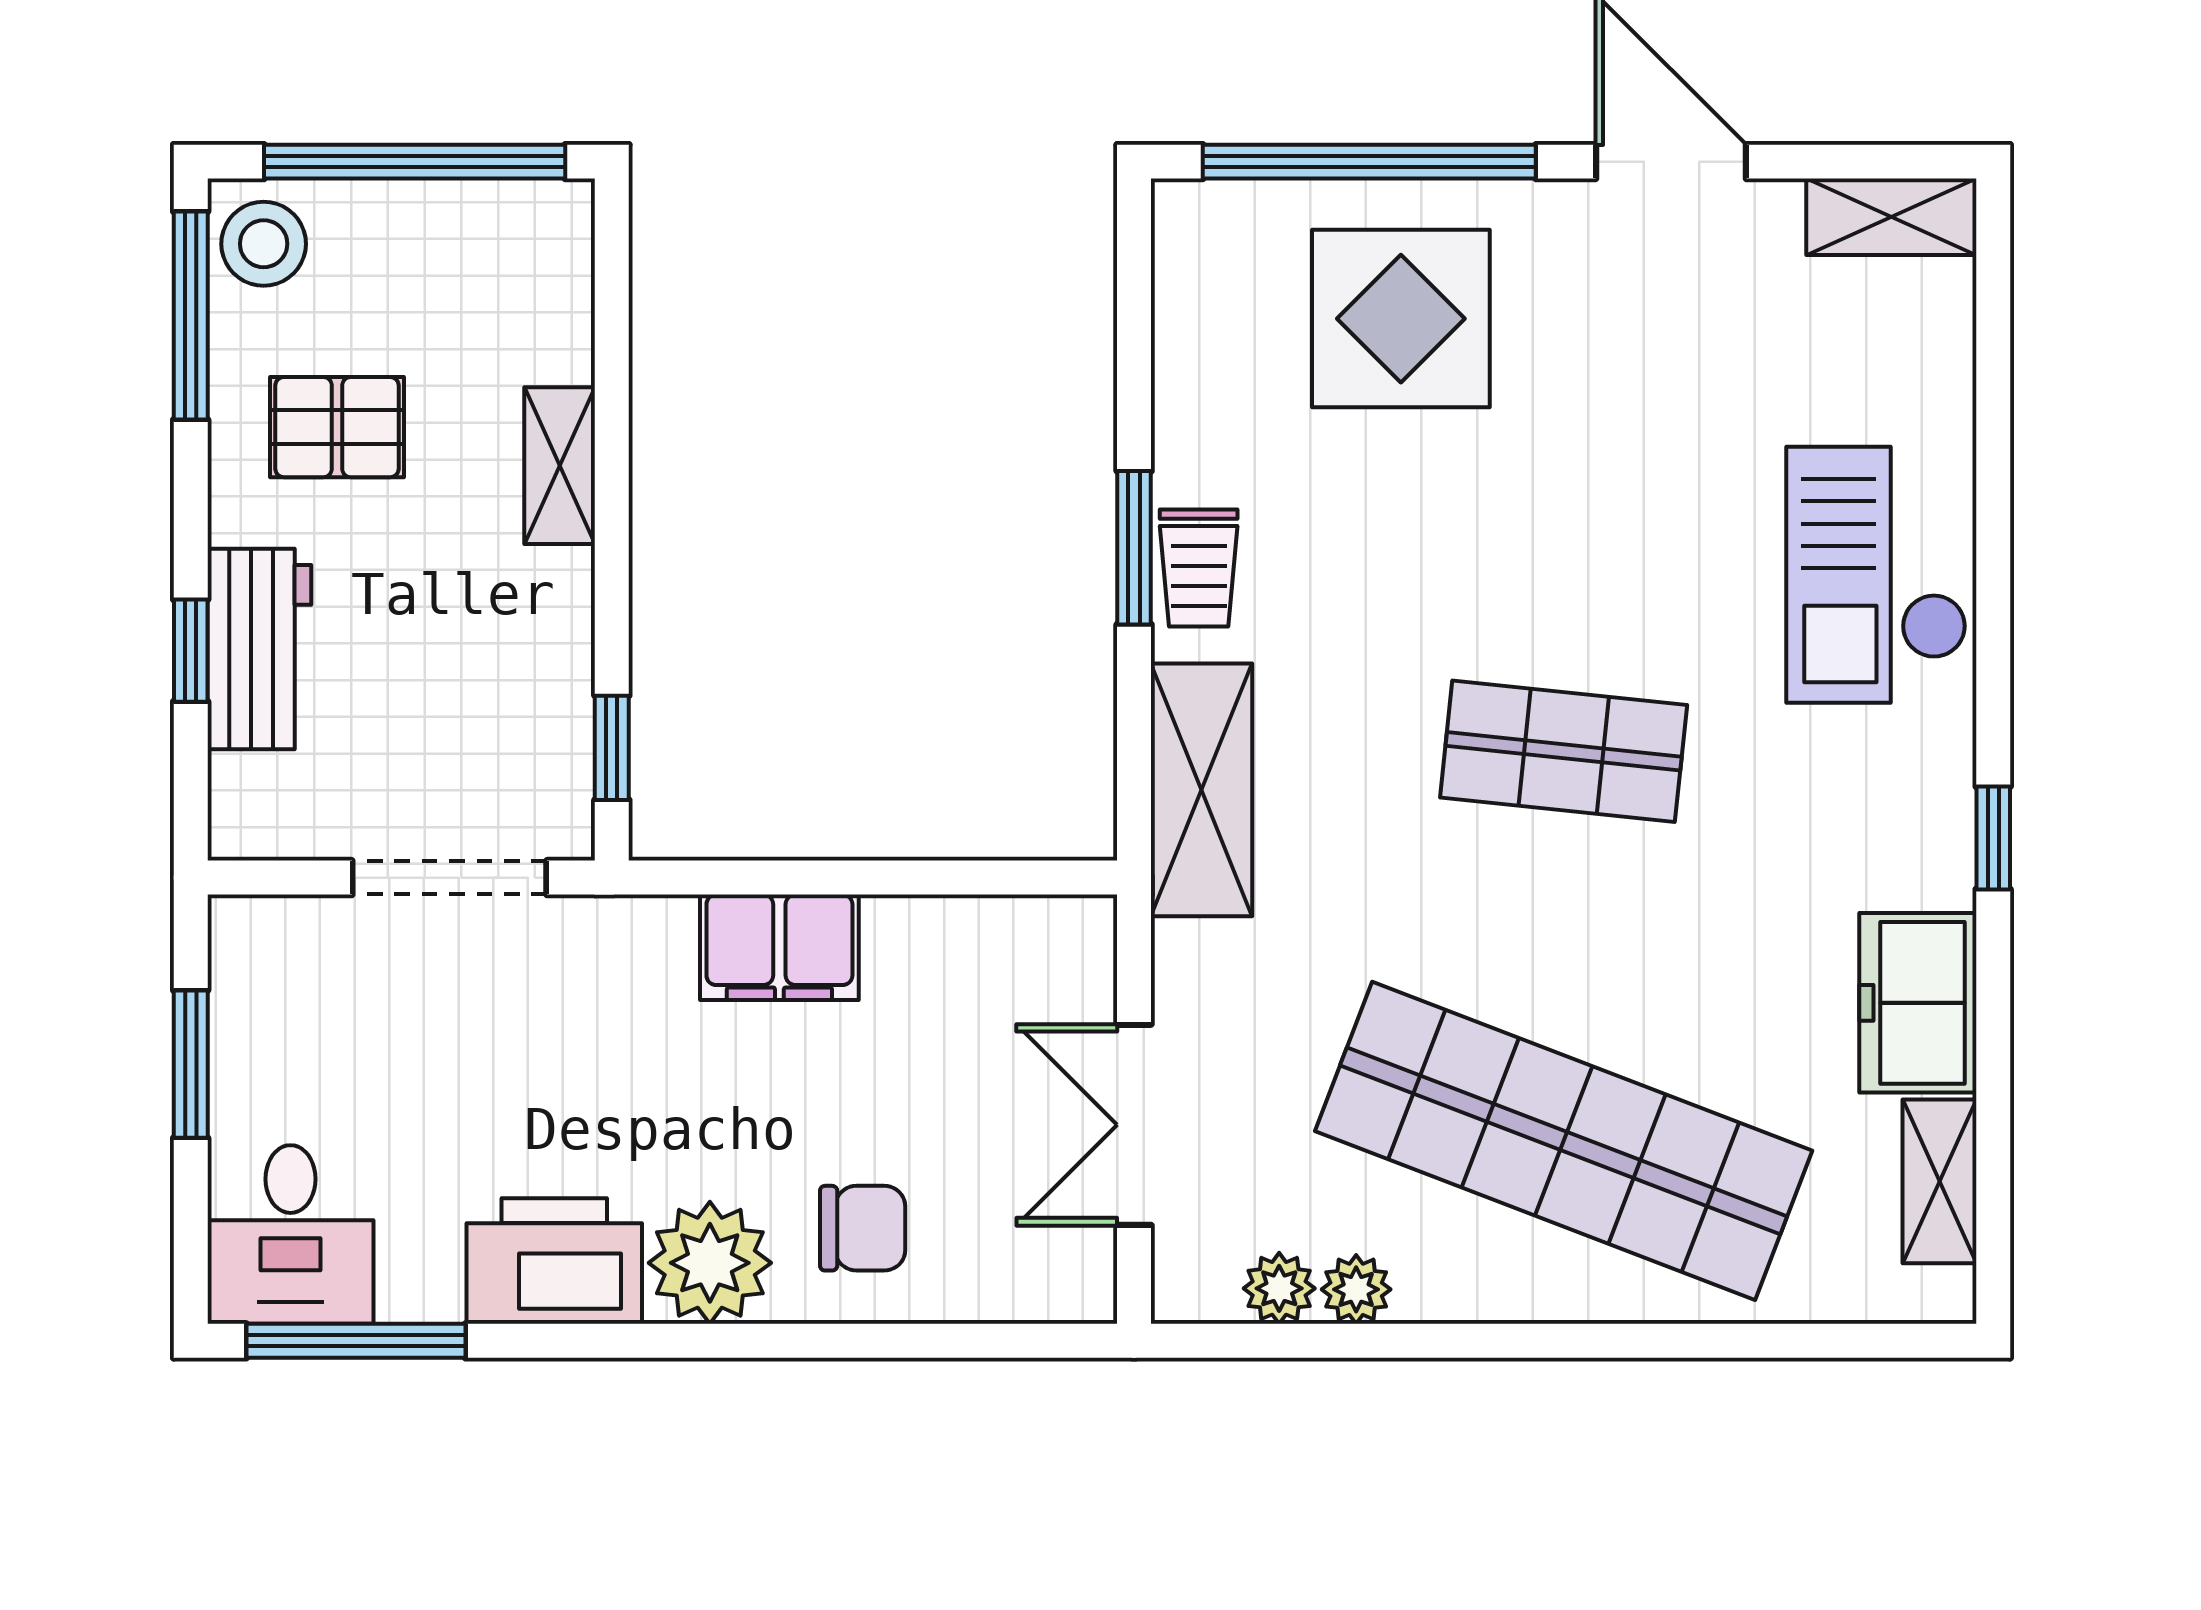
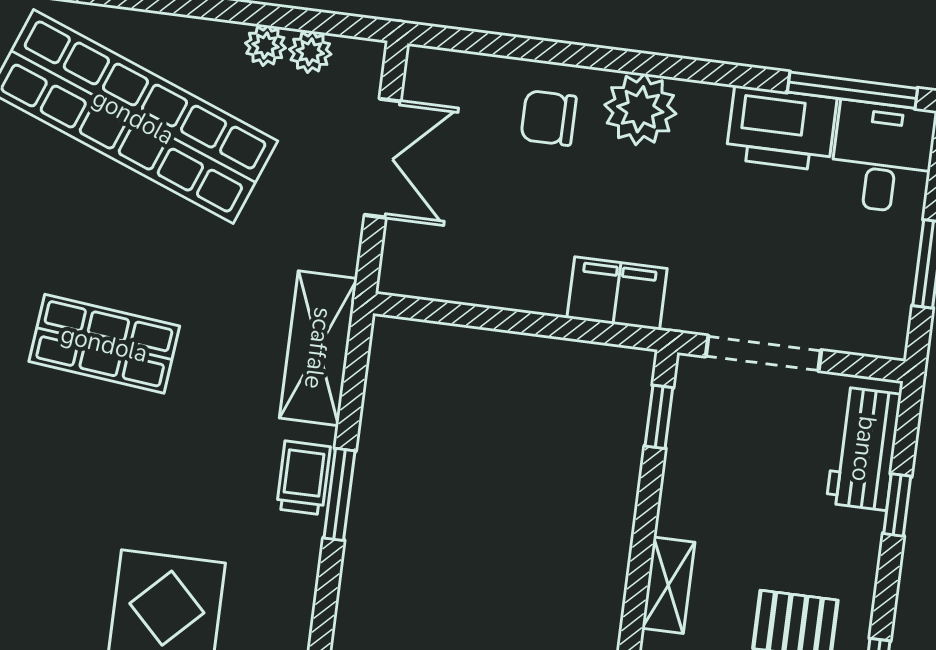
workbench: (259, 649) -> (864, 449), moved
filing cabinet: (779, 947) -> (617, 293), moved
printer: (554, 1261) -> (781, 128), moved

